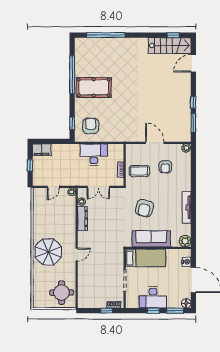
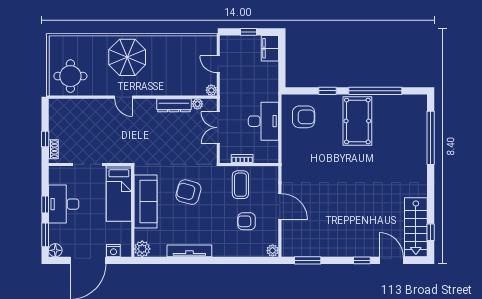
window: (193, 102) -> (362, 260), moved
window: (72, 123) -> (328, 91), moved
door: (155, 143) -> (280, 207), hinge flipped

